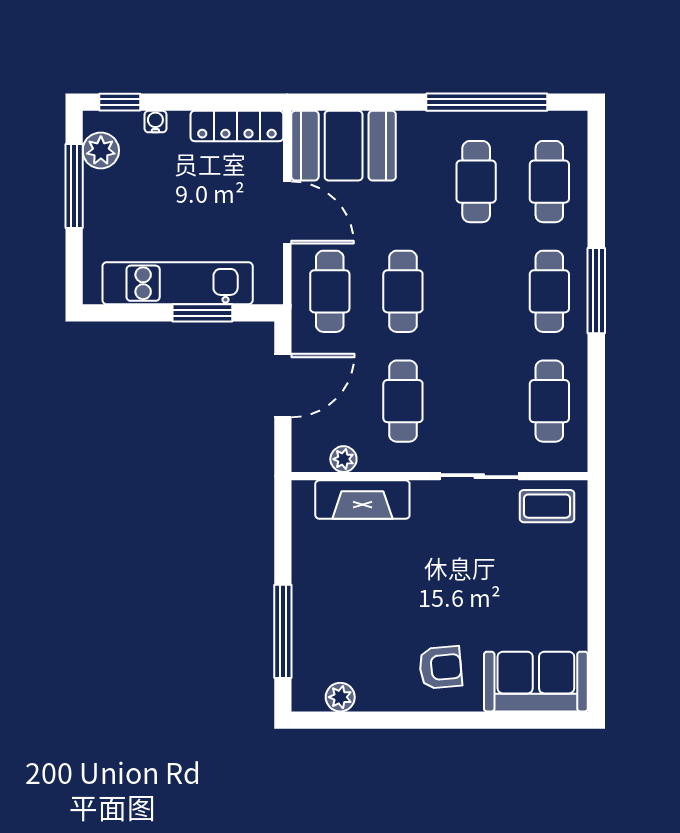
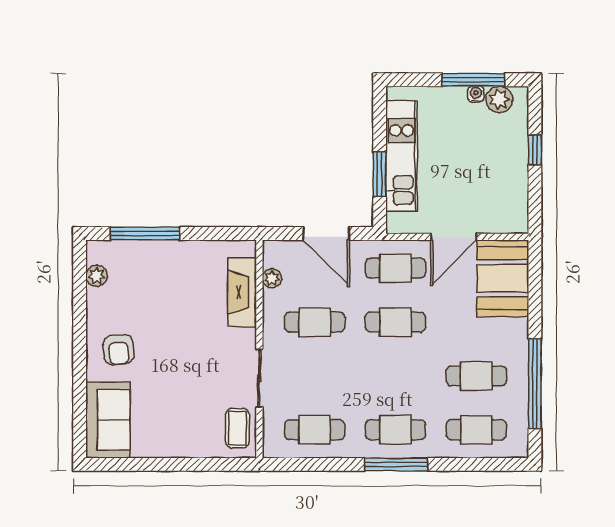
window: (120, 102) -> (535, 150), moved
water cooler: (155, 122) -> (476, 94), moved, turned -90
locker: (237, 126) -> (517, 200), removed

